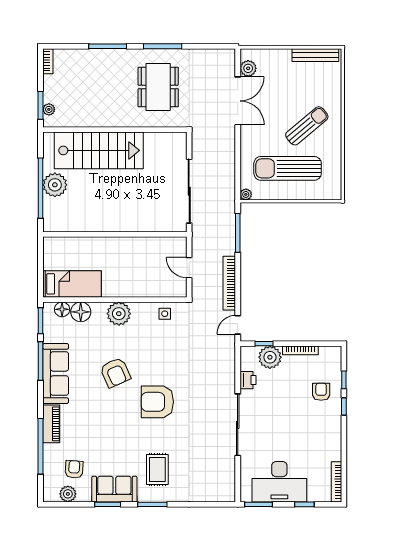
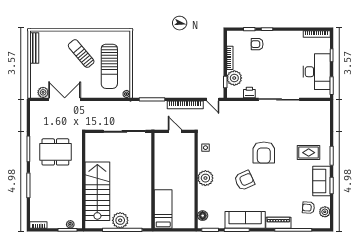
door: (189, 268) -> (175, 131), swing flipped
bed: (72, 284) -> (163, 209), moved
floor lamp: (81, 312) -> (204, 203), removed

